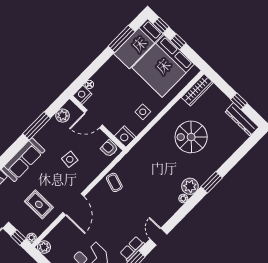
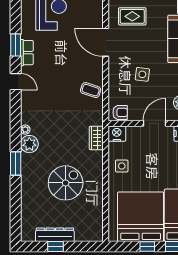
wardrobe: (197, 90) -> (96, 138), moved, width x0.67
dresser: (242, 119) -> (55, 235), moved

